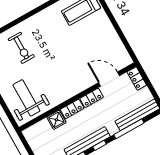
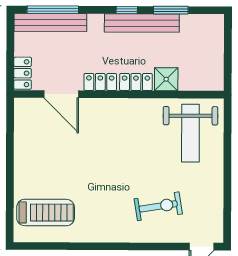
exercise bike: (21, 48) -> (158, 206), turned 81
window: (129, 129) -> (53, 10), moved

